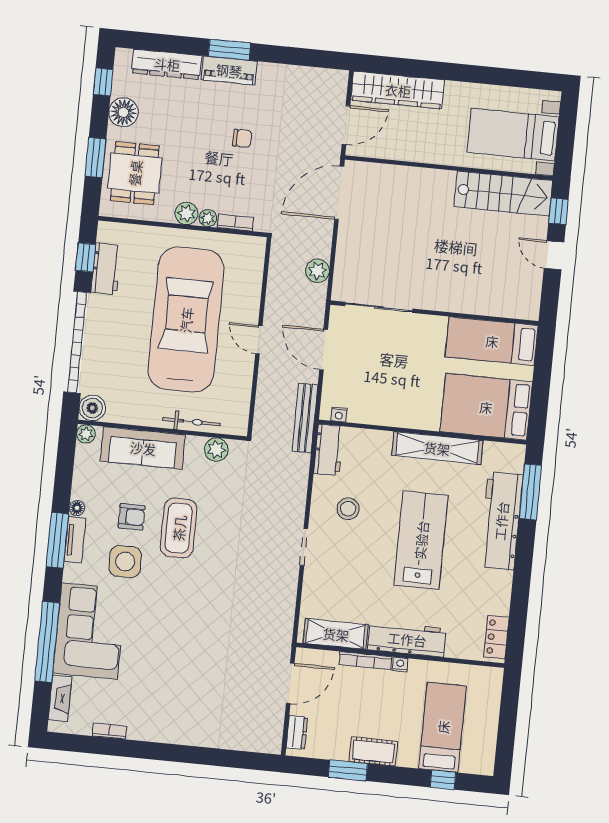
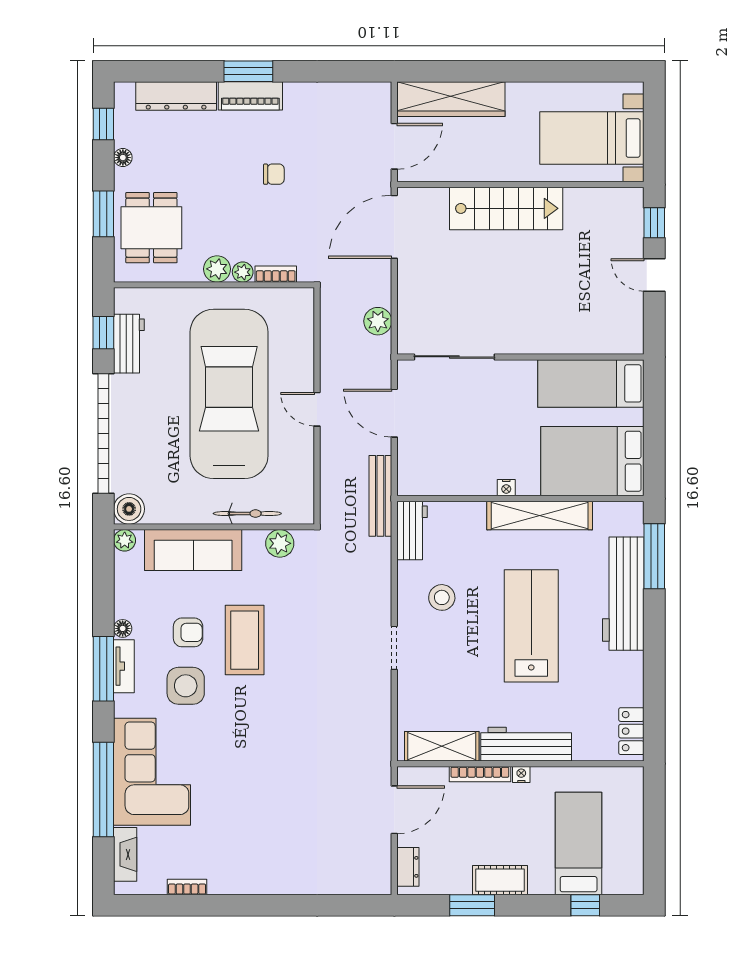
floor lamp: (123, 112) -> (123, 158), width x0.53, depth x0.53
stairs: (503, 194) -> (506, 208), moved
nightstand: (339, 414) -> (506, 488), moved

